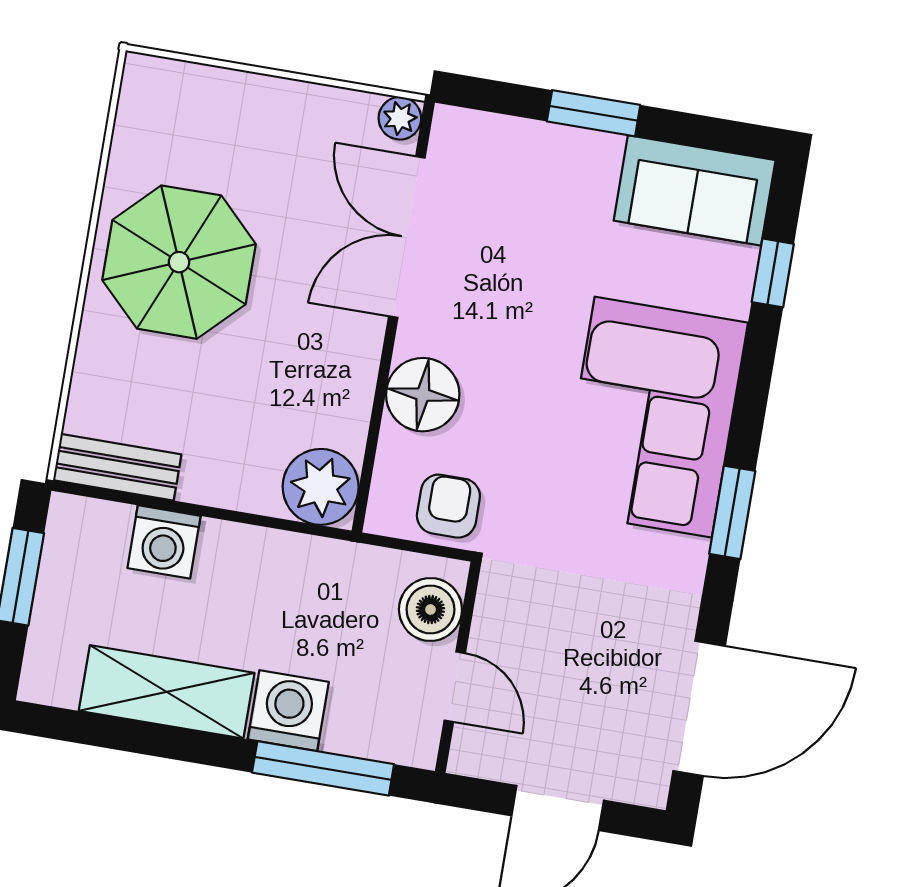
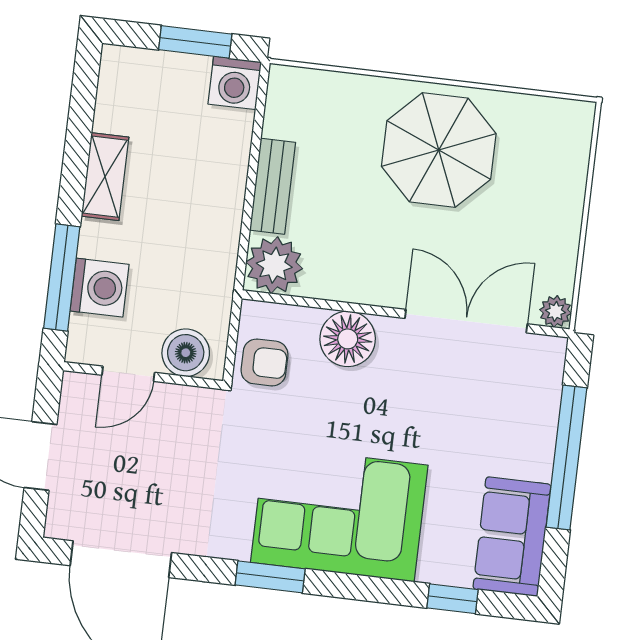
window: (594, 113) -> (566, 457), width x2.11
bench: (117, 467) -> (273, 186), moved
washing machine: (164, 542) -> (235, 83), moved, turned -90
shelving: (167, 692) -> (105, 177), width x0.67, depth x0.75
washing machine: (288, 711) -> (99, 288), moved

